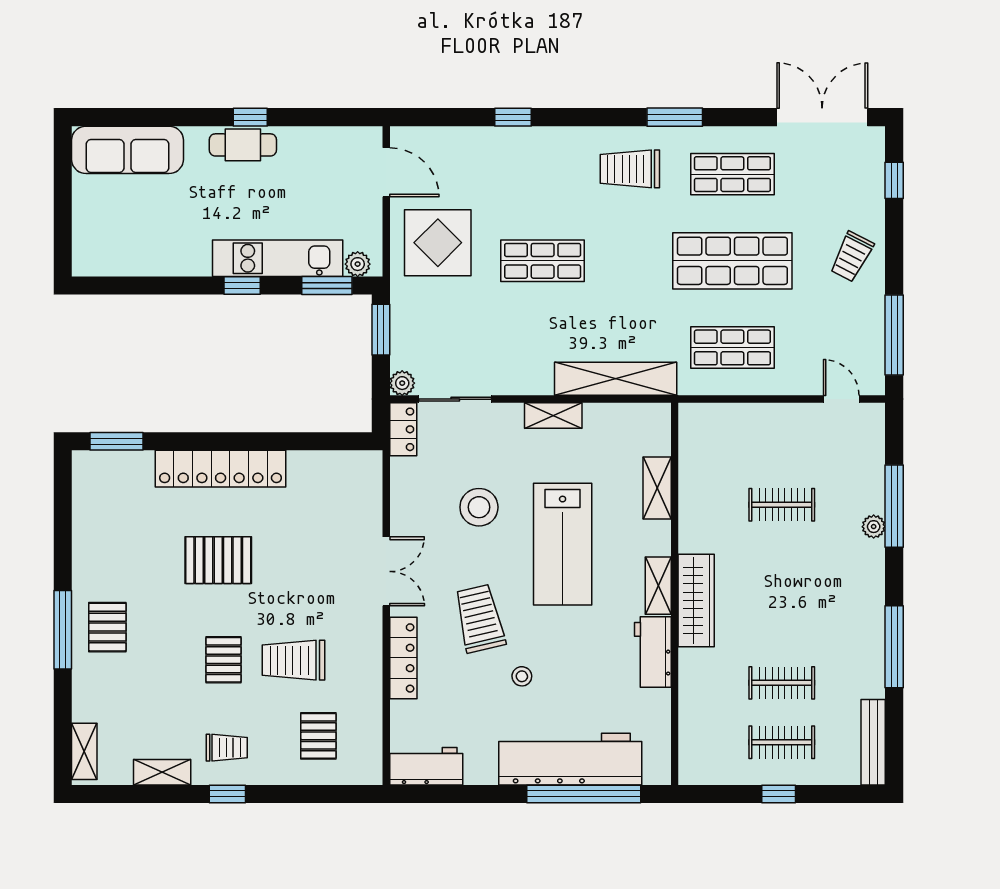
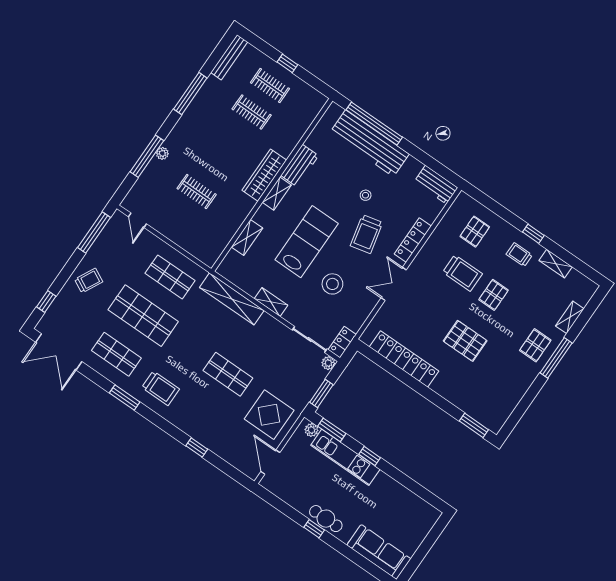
locker: (221, 469) -> (404, 359), moved
shelving: (84, 751) -> (570, 317), moved

